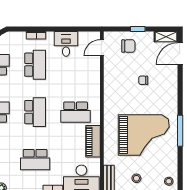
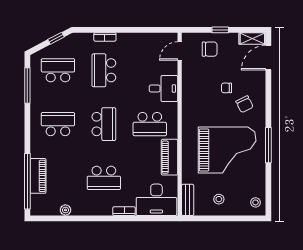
desk: (66, 44) -> (163, 88), moved, turned 90
school desk: (35, 65) -> (104, 70), turned 180
chair: (159, 95) -> (245, 104), added

